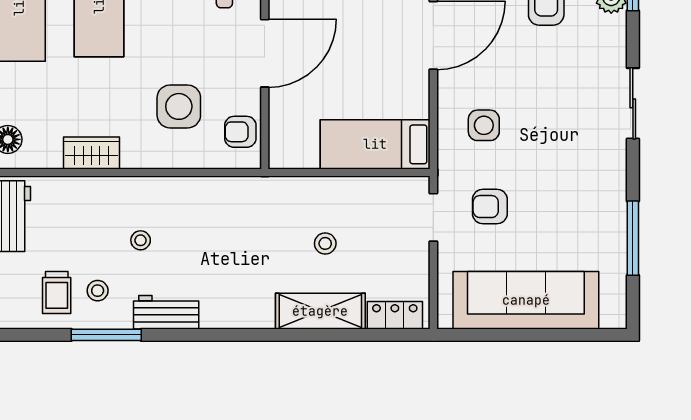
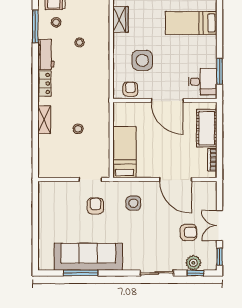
sliding door: (633, 103) -> (157, 273), moved
sofa: (526, 300) -> (88, 257), moved, turned -90
shelving: (320, 311) -> (44, 120), width x0.67, depth x0.75
locker: (395, 315) -> (44, 84), moved

